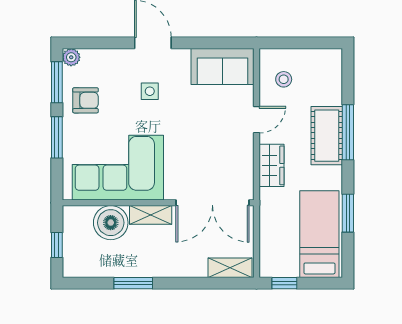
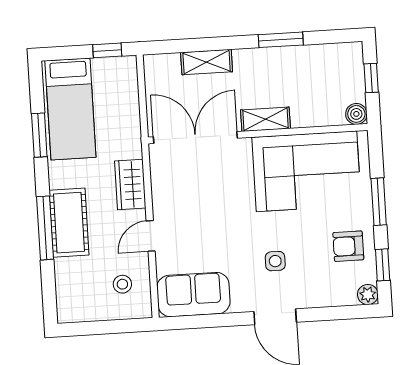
window: (57, 82) -> (383, 265), width x0.67
boiler: (111, 223) -> (356, 114), moved, width x0.54, depth x0.54
shelving: (230, 268) -> (207, 62), moved

